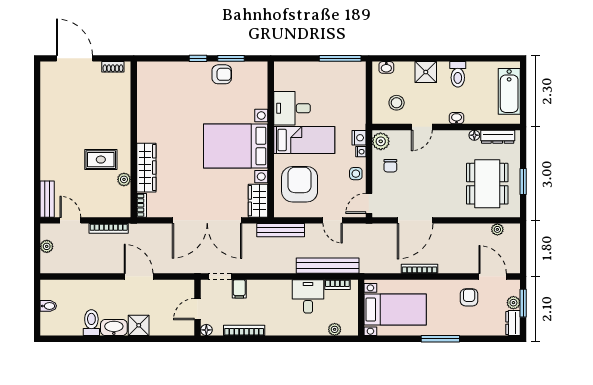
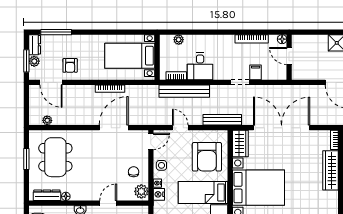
doorway: (220, 276) -> (240, 82), moved
door: (198, 309) -> (289, 56), swing flipped
window: (440, 339) -> (56, 32), moved

